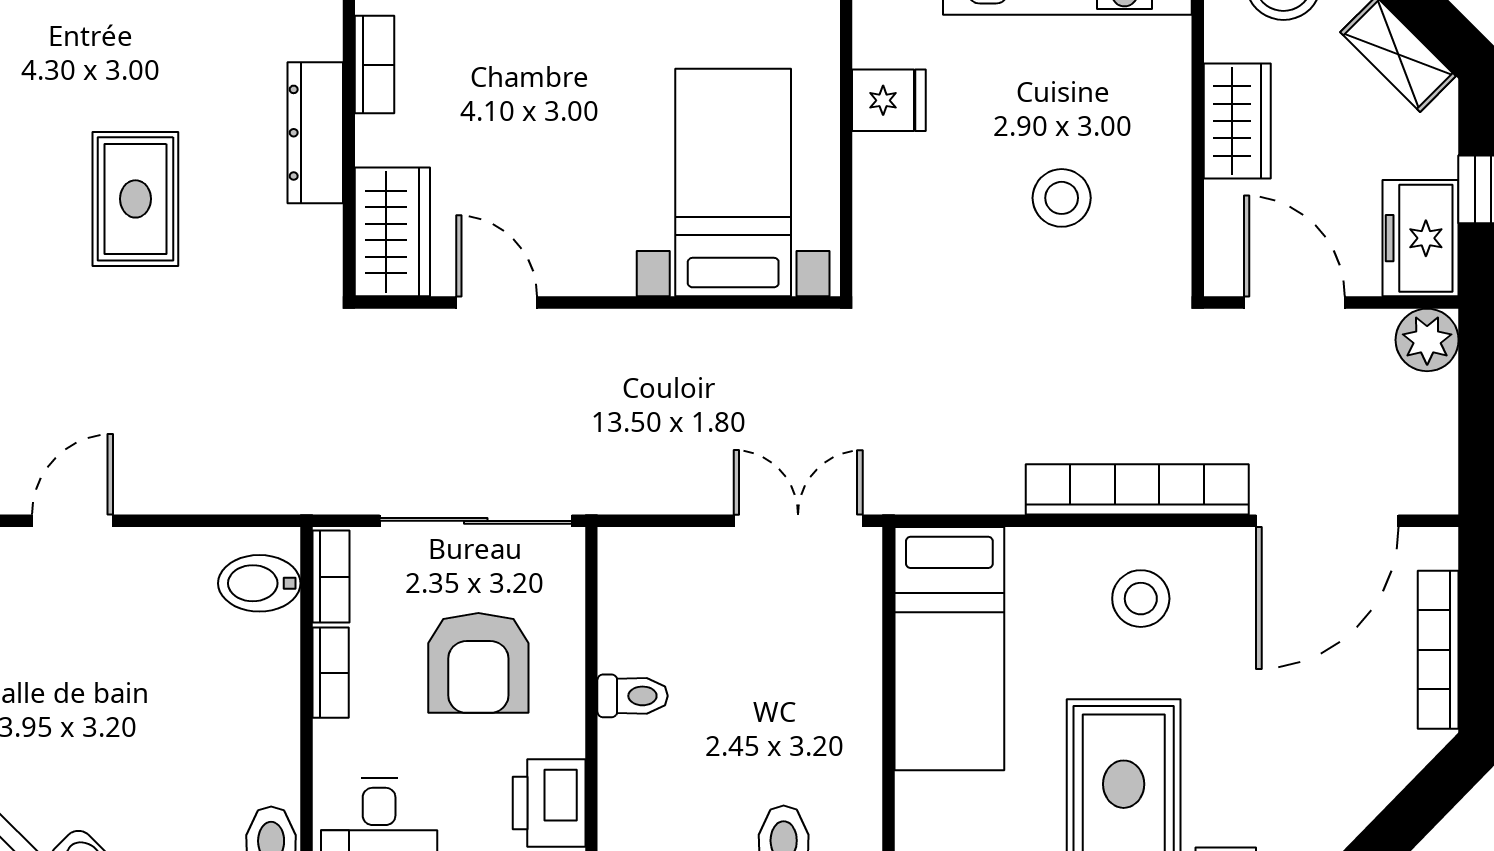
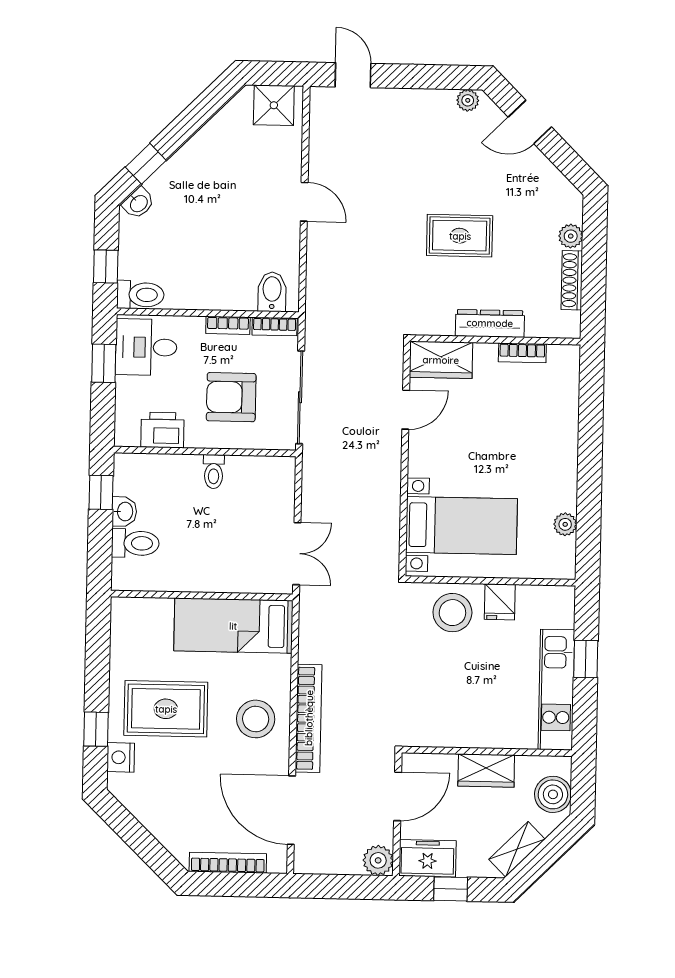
stool: (1062, 198) -> (452, 613), moved, width x1.38, depth x1.38
stool: (1141, 599) -> (256, 719), width x1.38, depth x1.38

